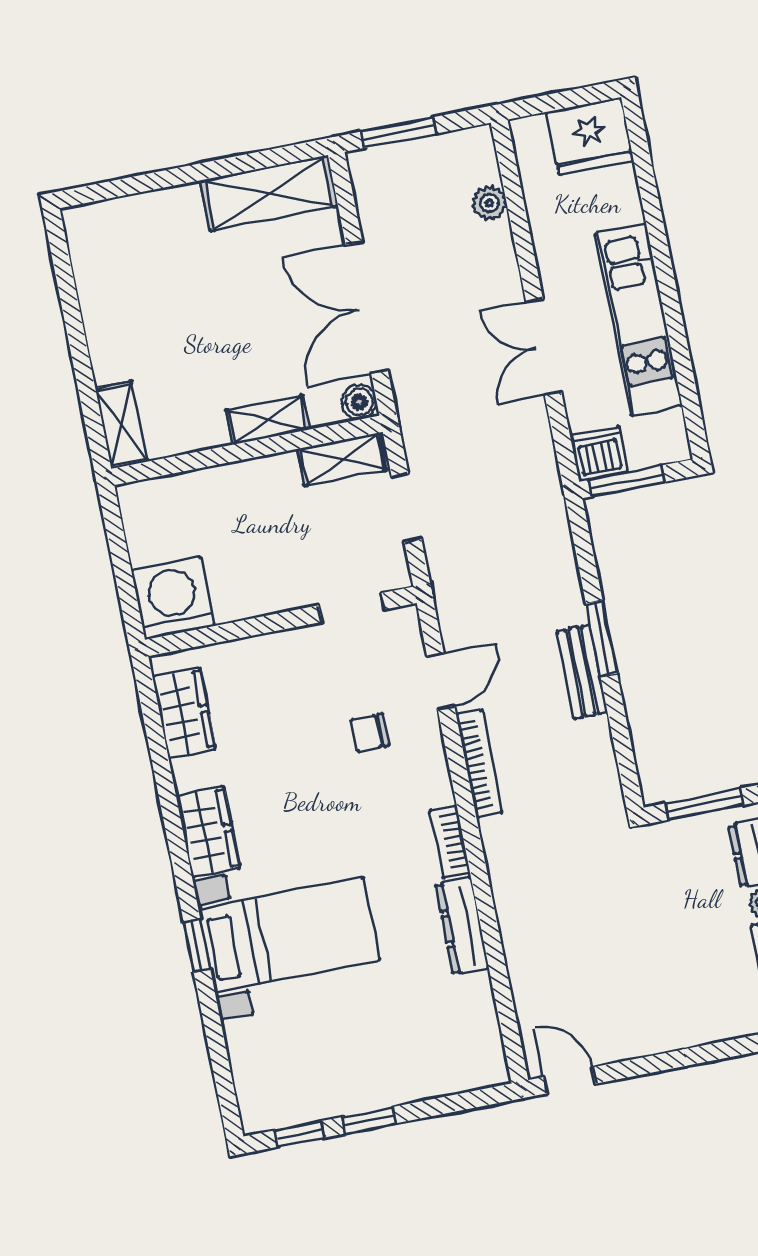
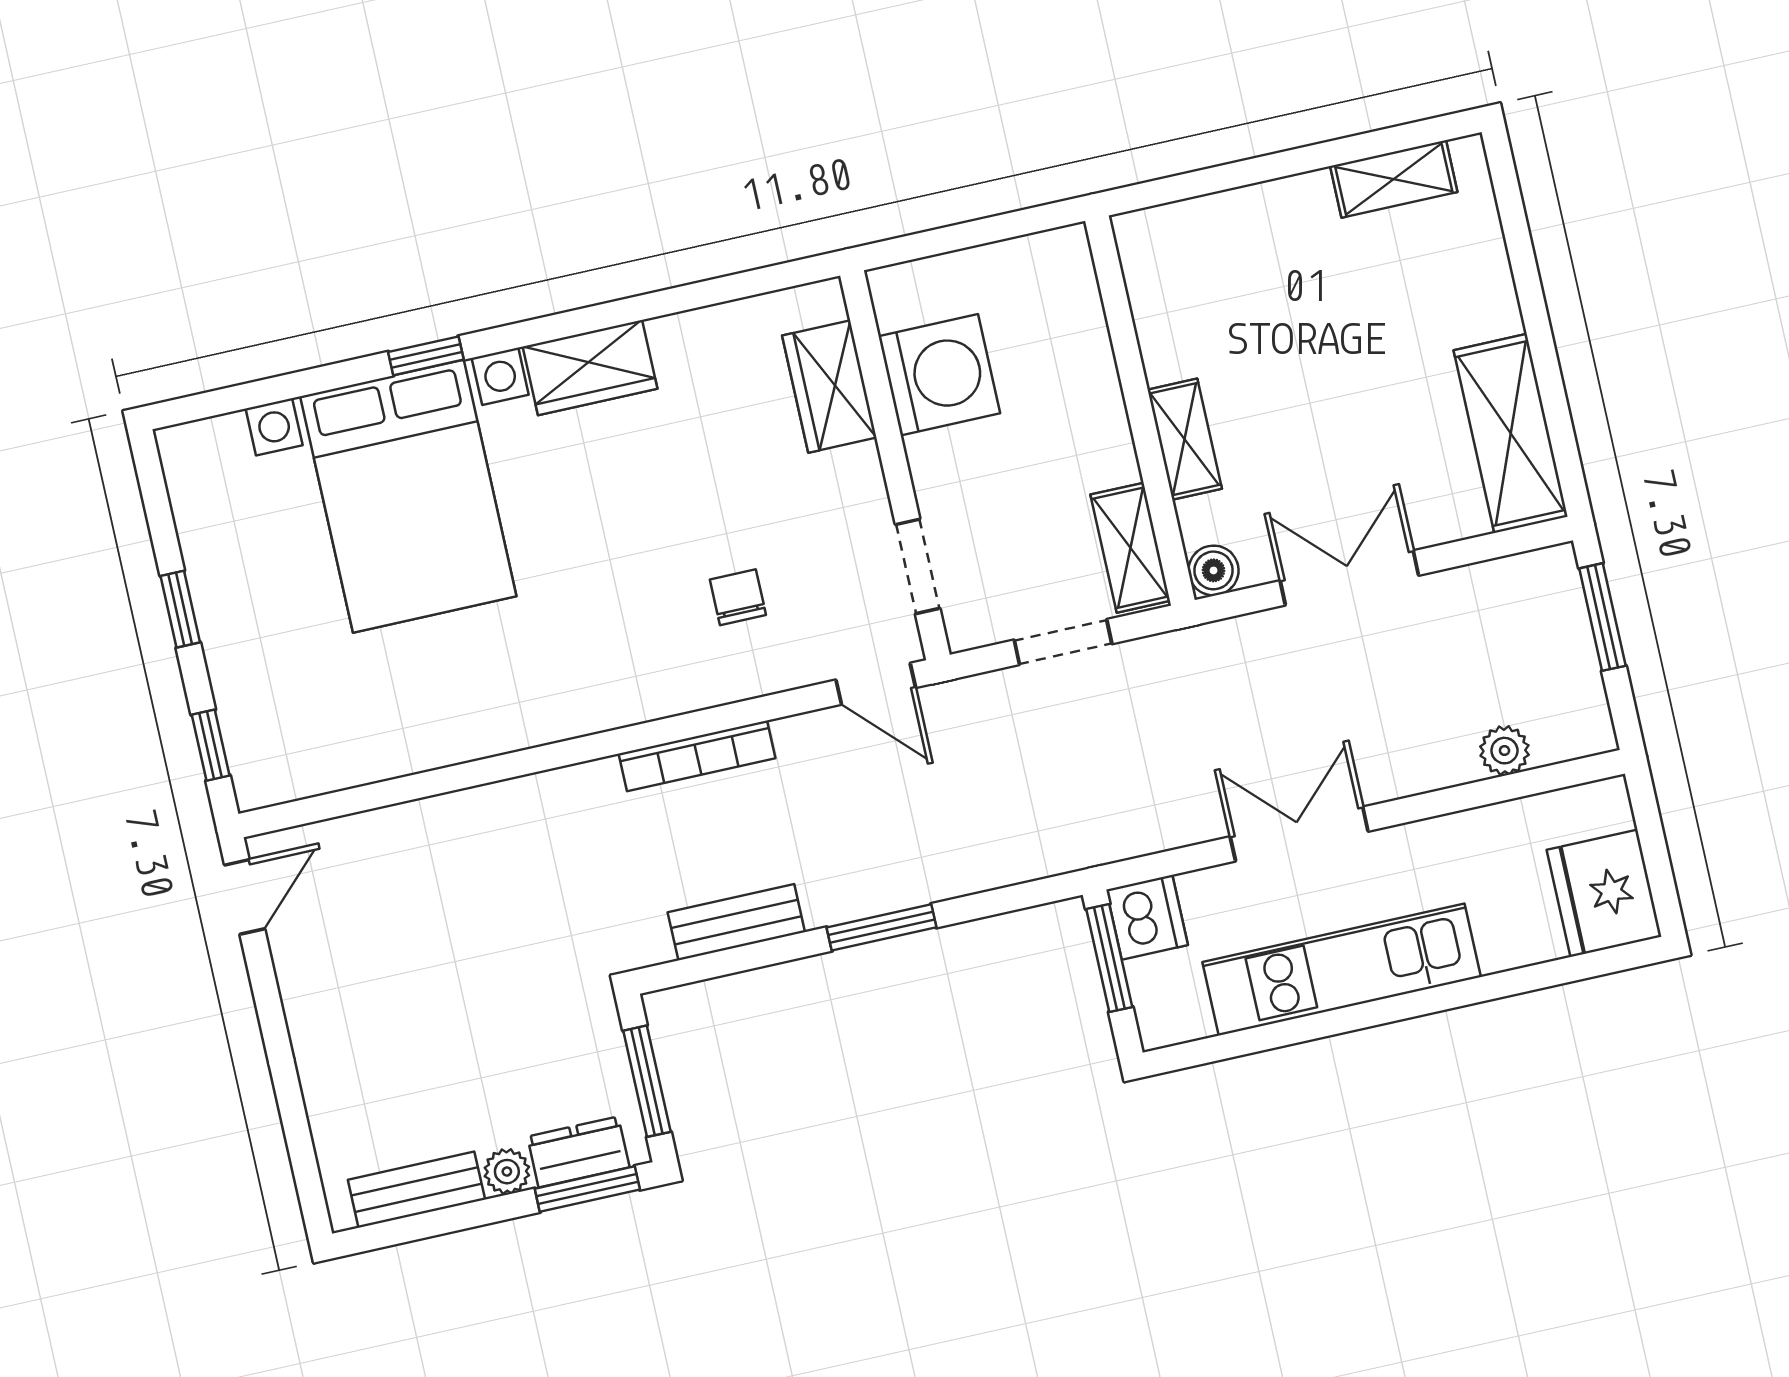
double door: (367, 308) -> (1349, 578), width x0.73
shelving: (121, 425) -> (1394, 179), moved
washing machine: (173, 598) -> (939, 375), moved
bench: (582, 672) -> (736, 922), moved
door: (441, 681) -> (876, 684), moved
wardrobe: (184, 713) -> (829, 387), moved, turned 90
bookcase: (450, 842) -> (584, 716), removed
dresser: (462, 926) -> (463, 737), removed
bed with nightstands: (289, 935) -> (408, 496), width x1.36
window: (299, 1134) -> (211, 745), moved

